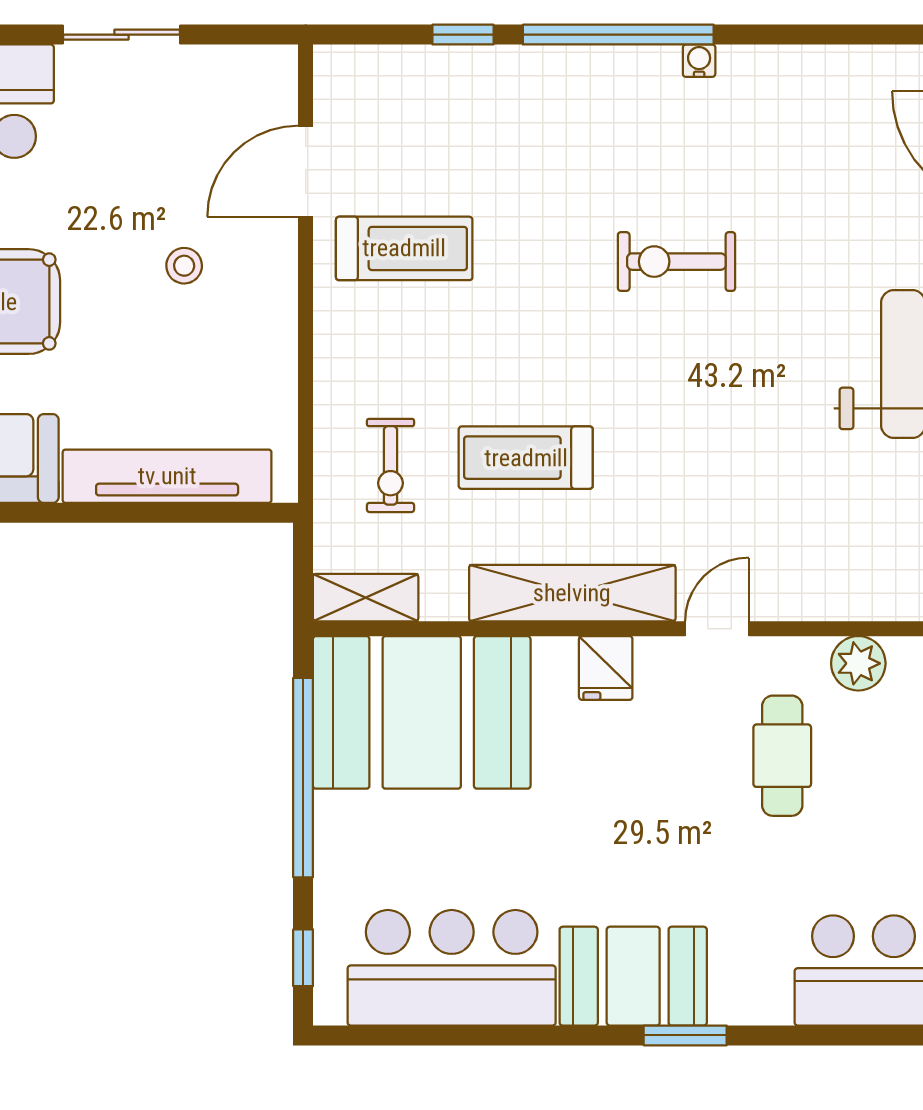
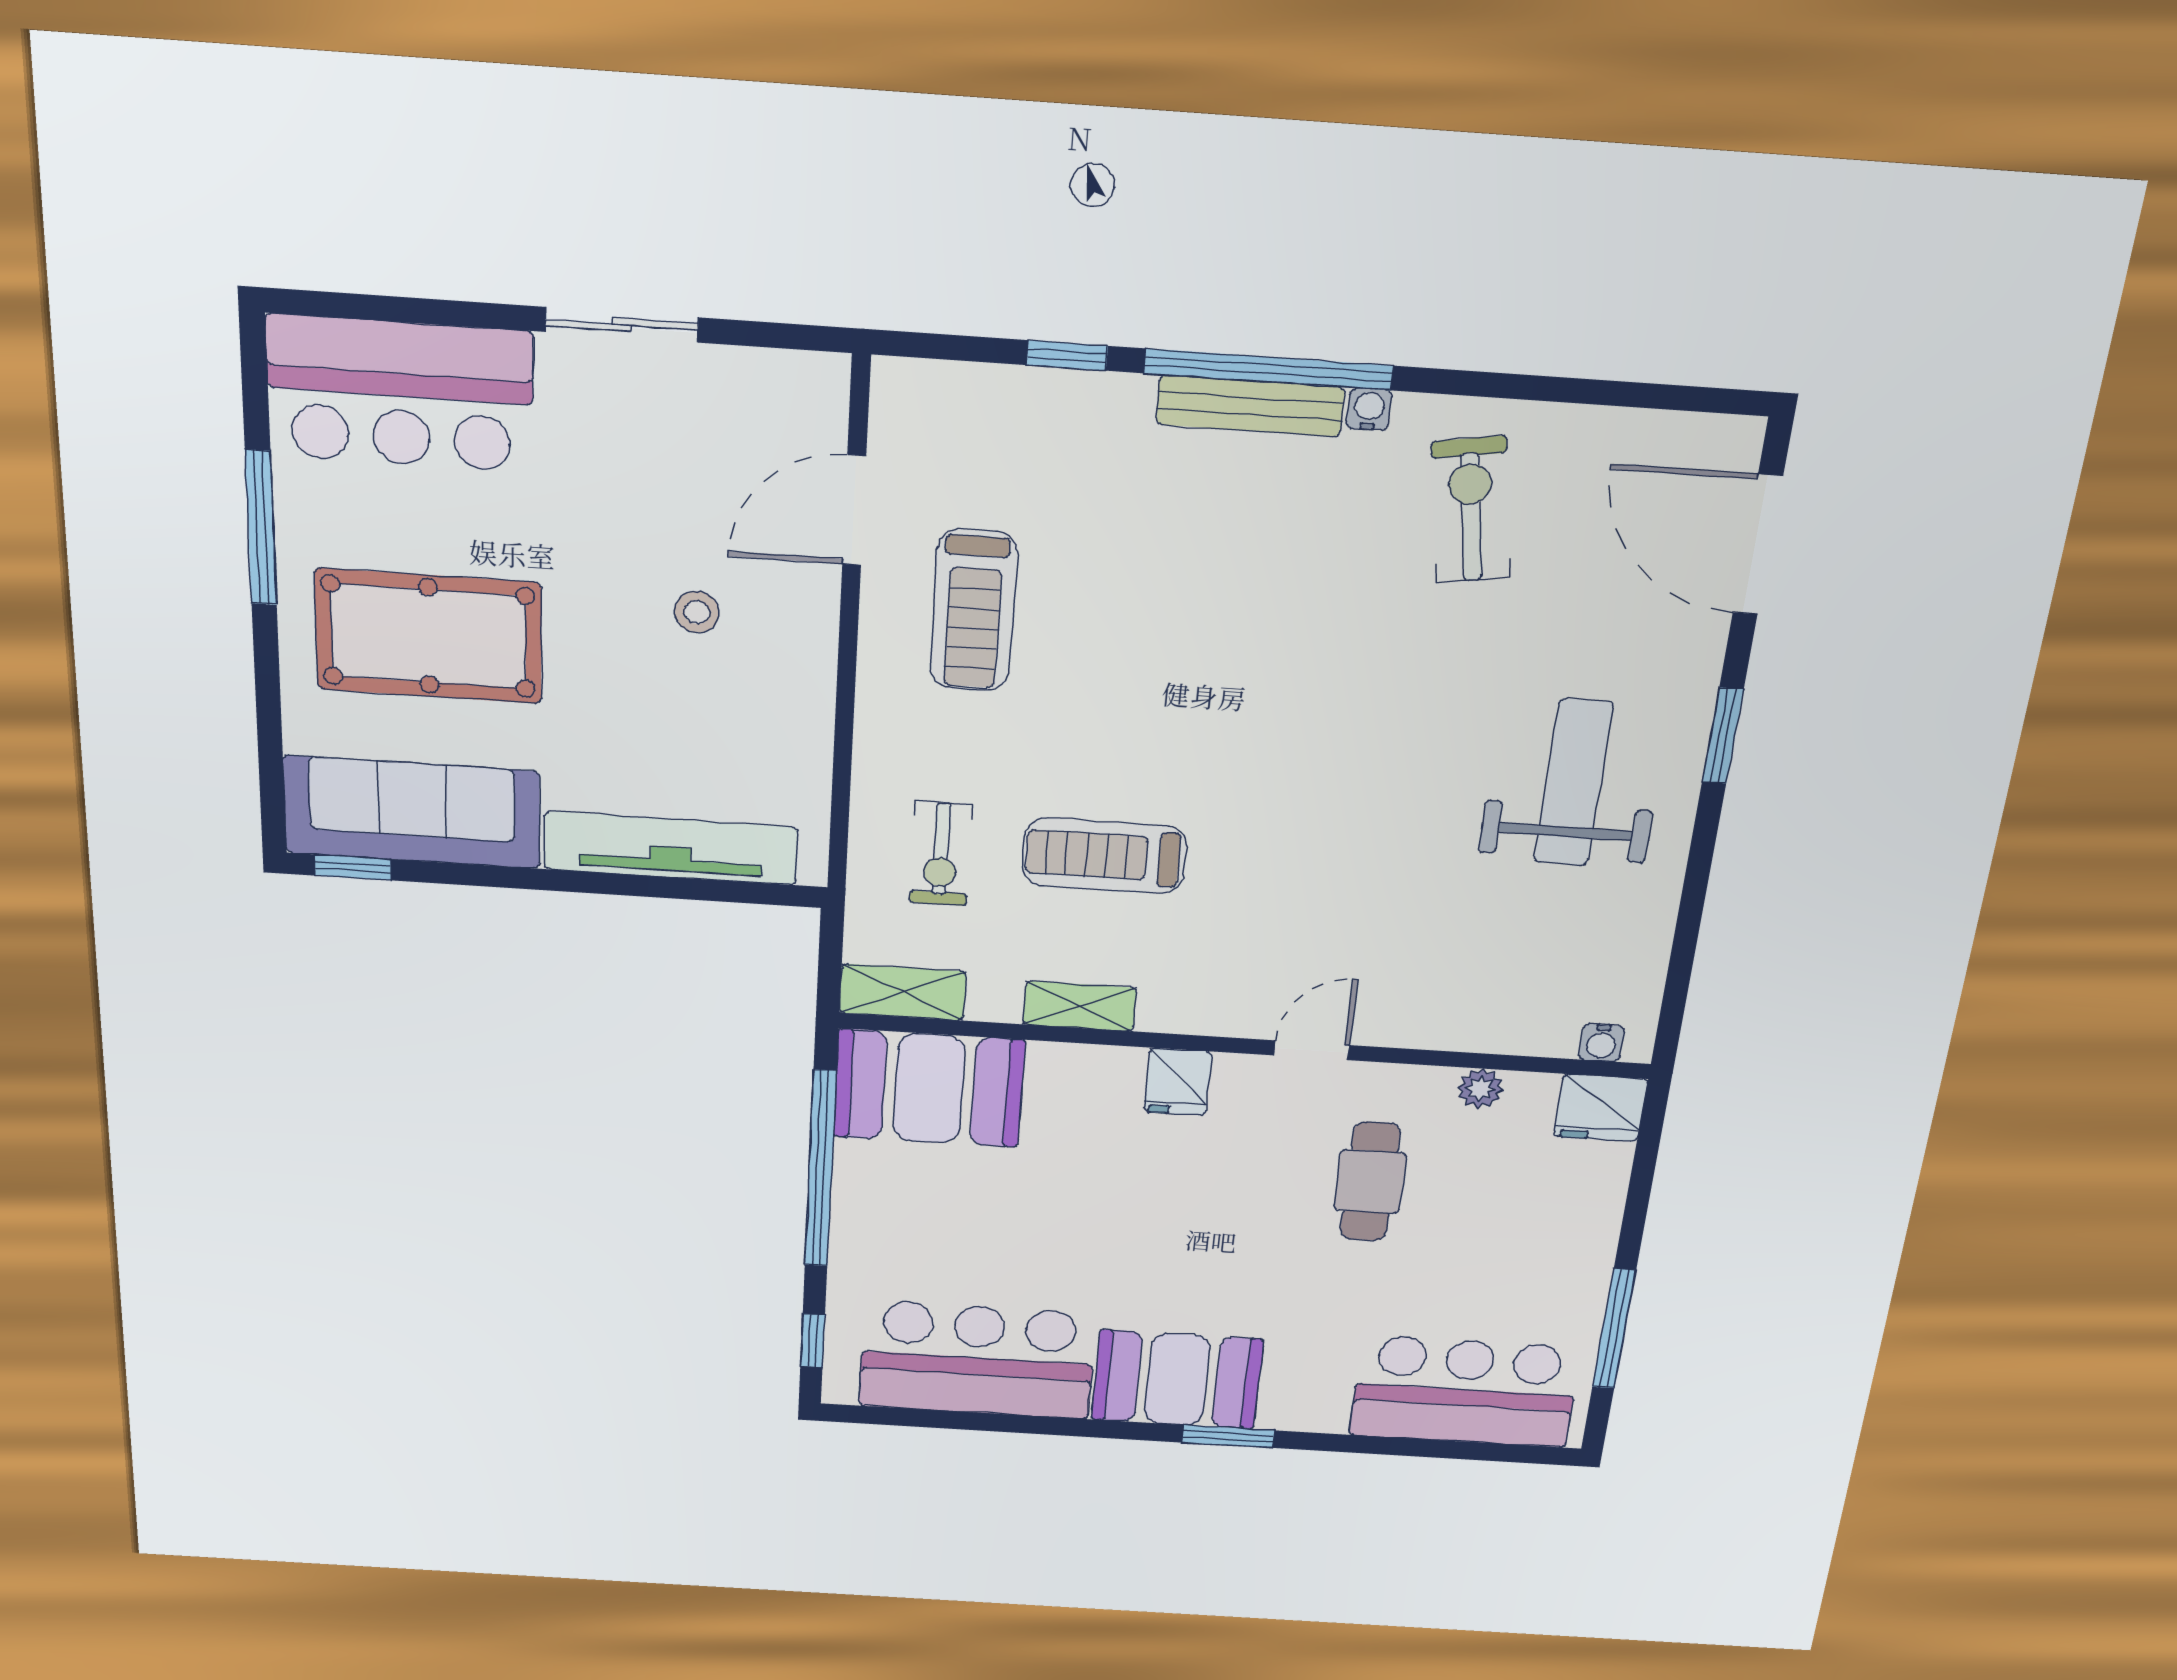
bench: (607, 65) -> (1250, 406), added
treadmill: (404, 248) -> (974, 610), turned 90
exercise bike: (676, 262) -> (1471, 510), moved, turned 81
shelving: (572, 593) -> (1080, 1006), width x0.45, depth x0.75
plant: (858, 663) -> (1480, 1089), width x0.73, depth x0.73
booth: (422, 712) -> (929, 1088), width x0.73, depth x0.70

